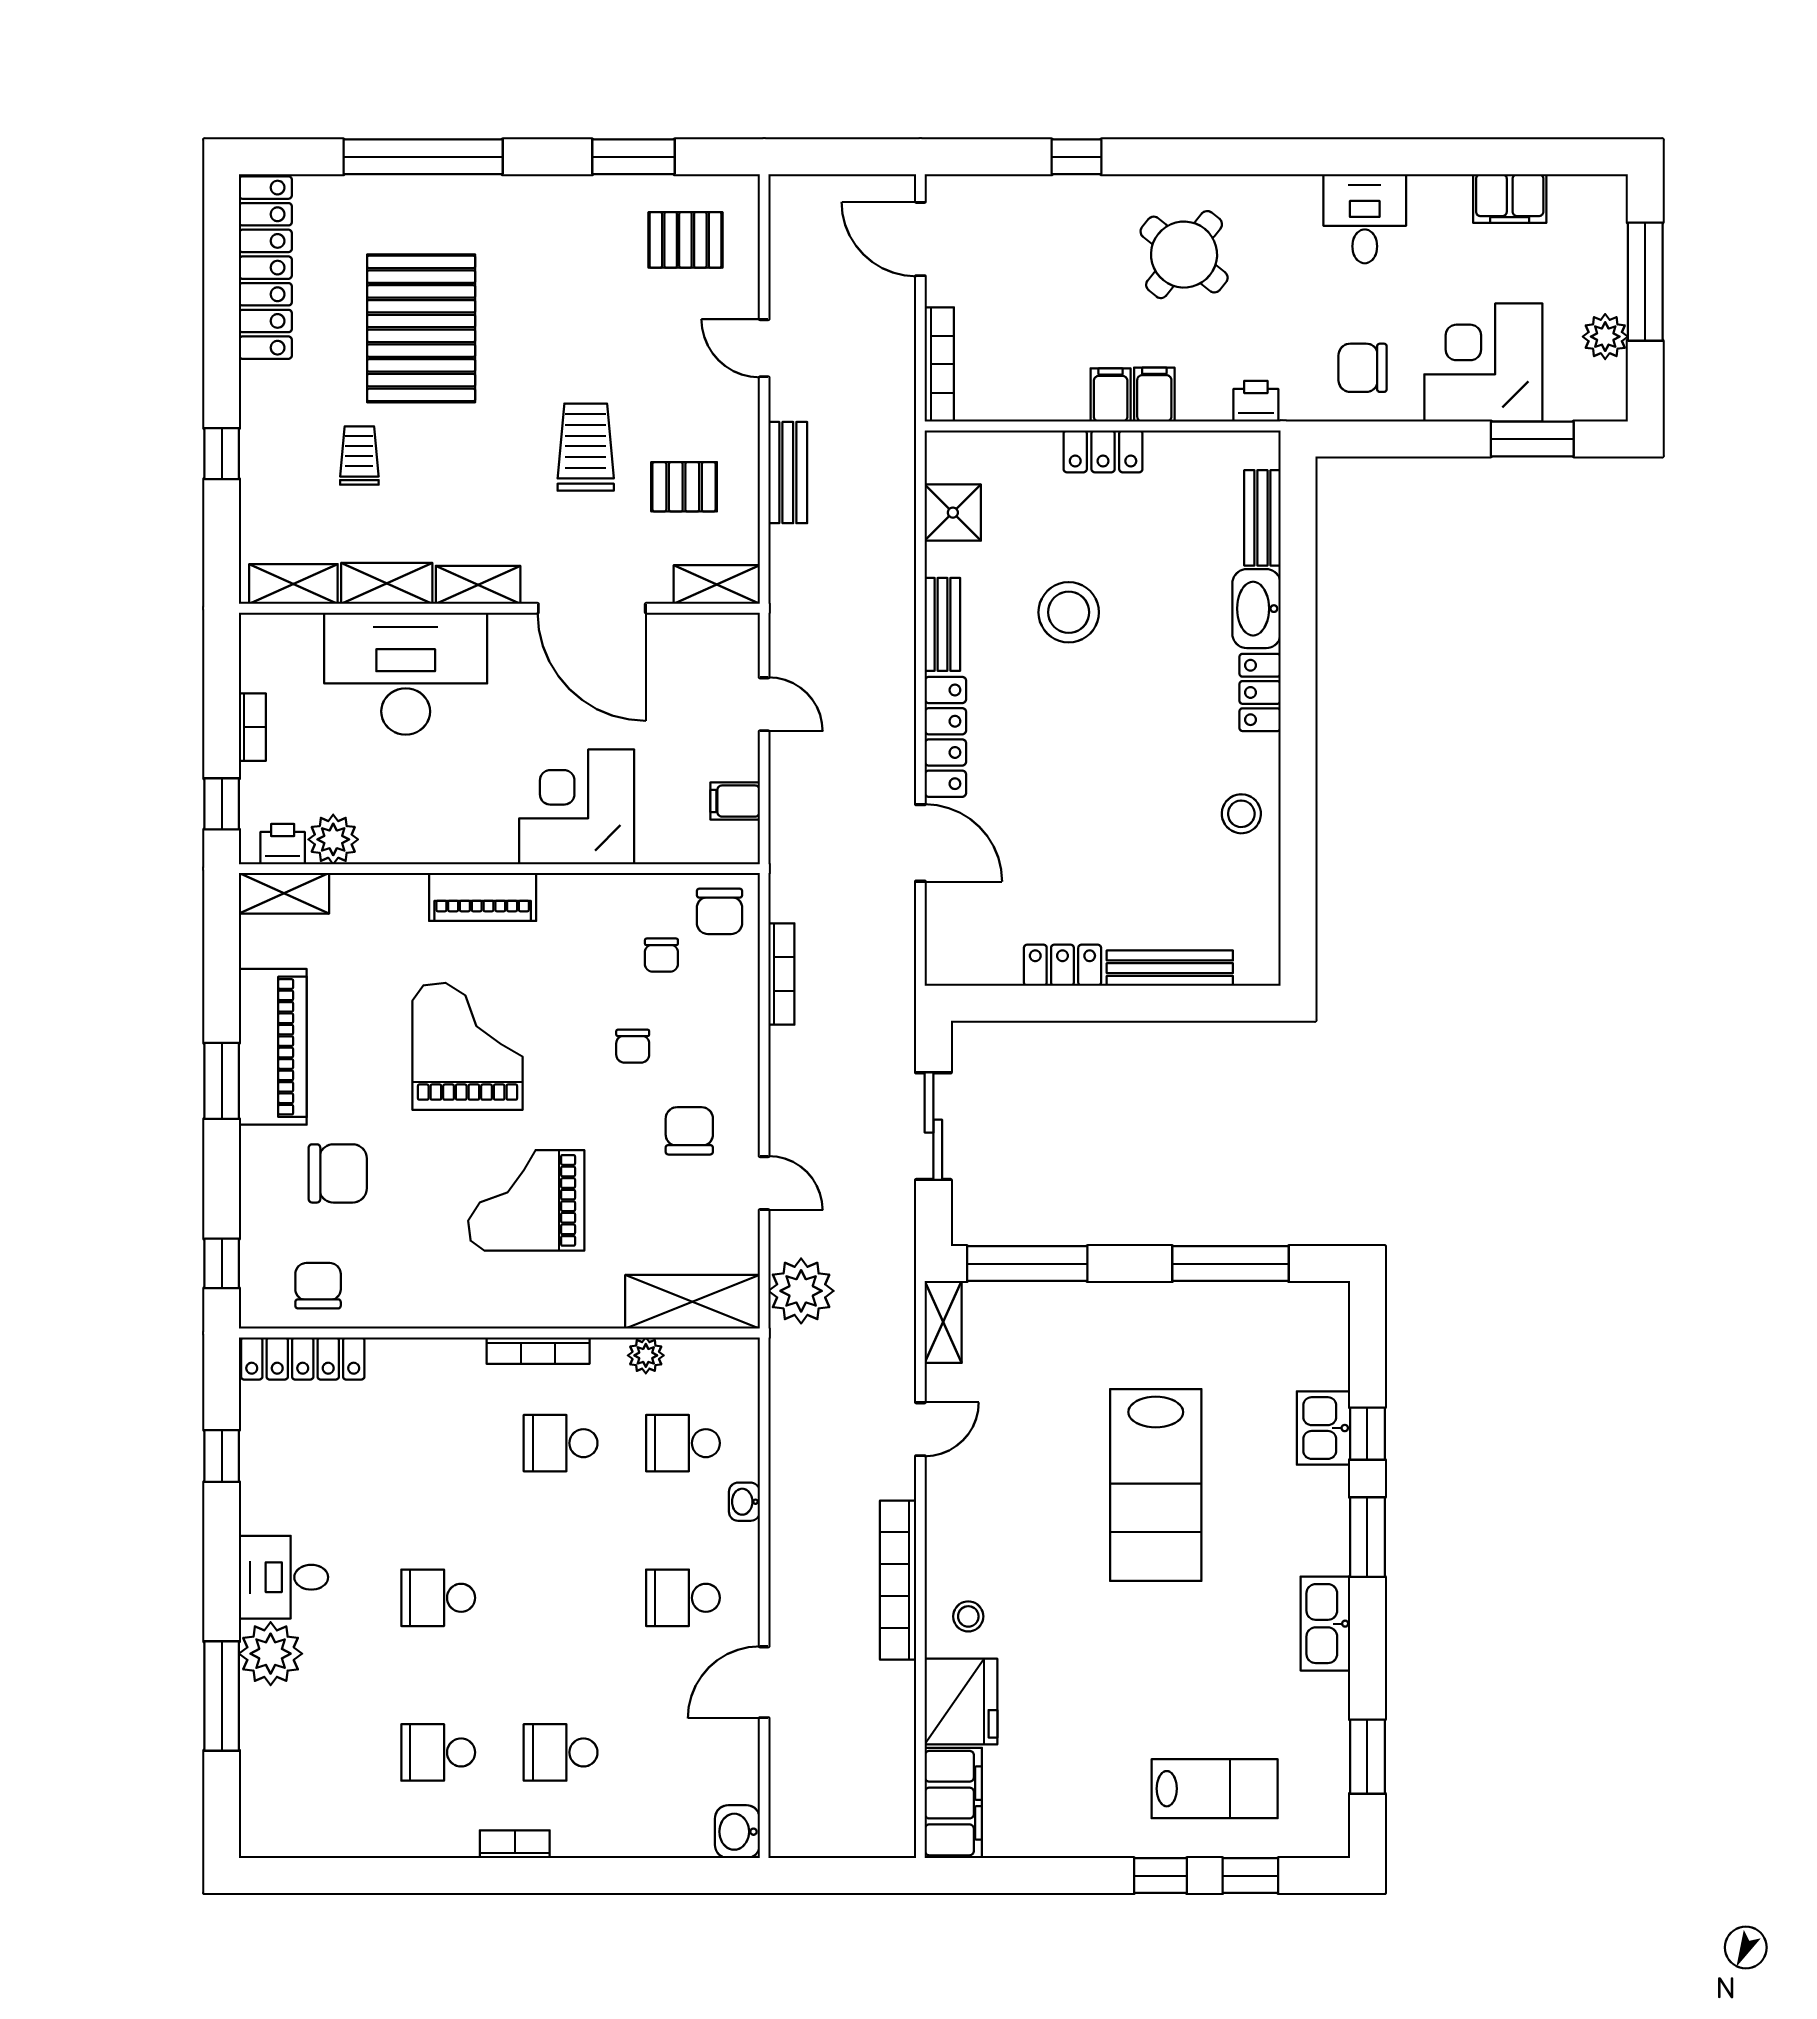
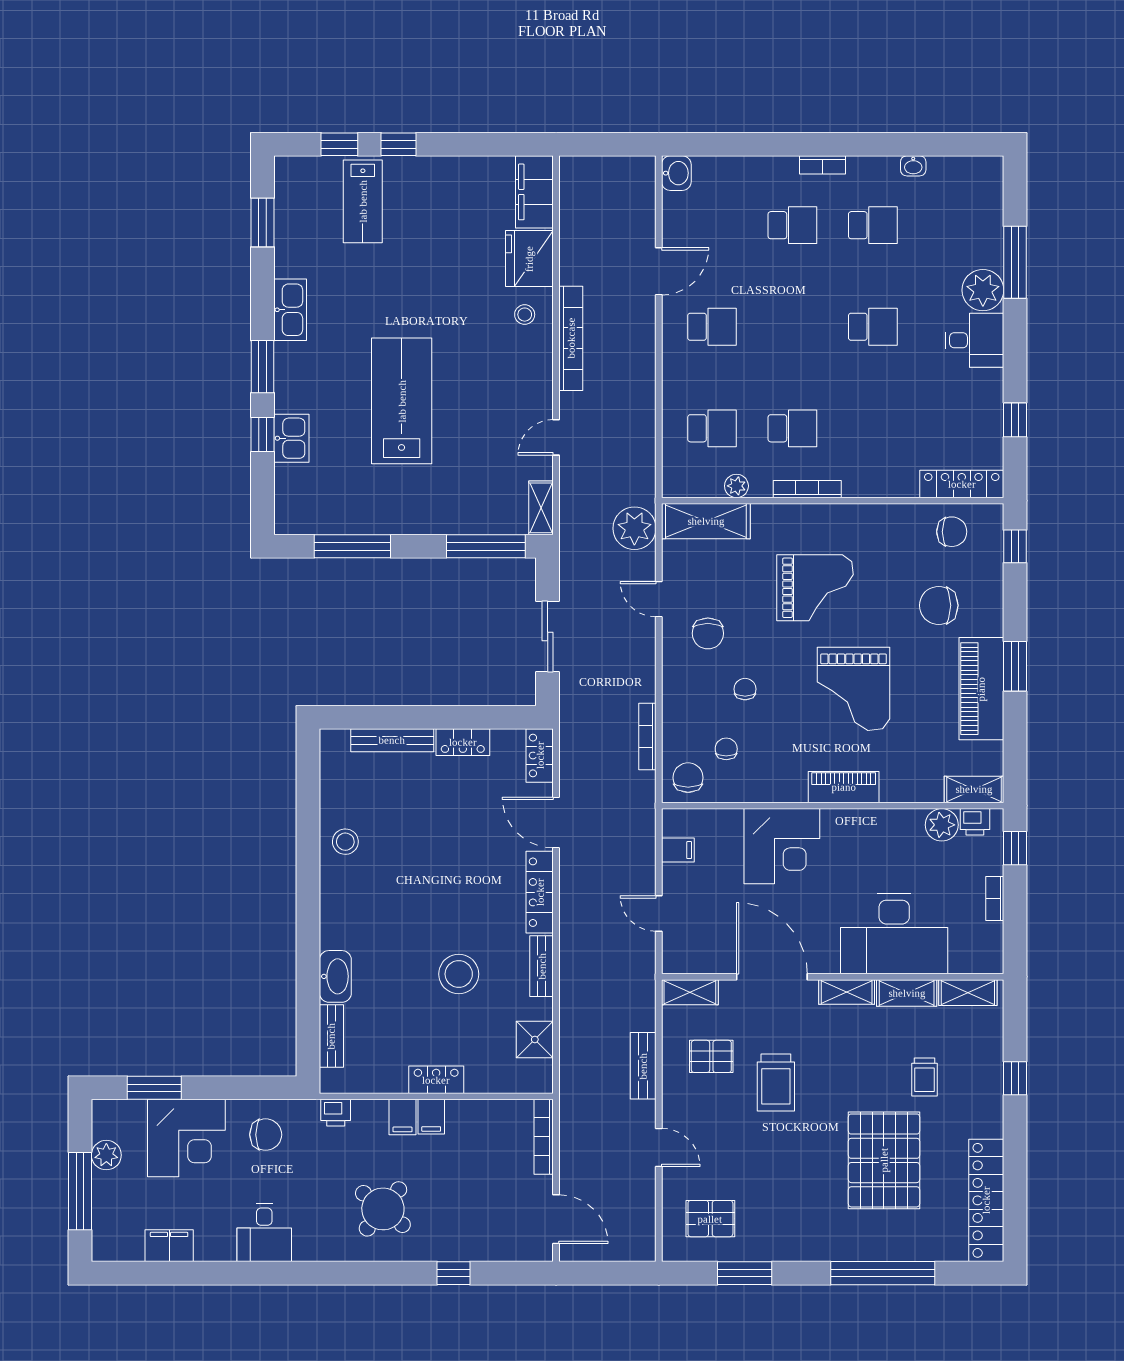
locker: (1260, 692) -> (540, 755), moved, turned 180
chair: (318, 1286) -> (952, 532), turned -90
washbasin: (744, 1502) -> (913, 166), moved, turned 90
lab bench: (1215, 1789) -> (363, 201), turned -90

